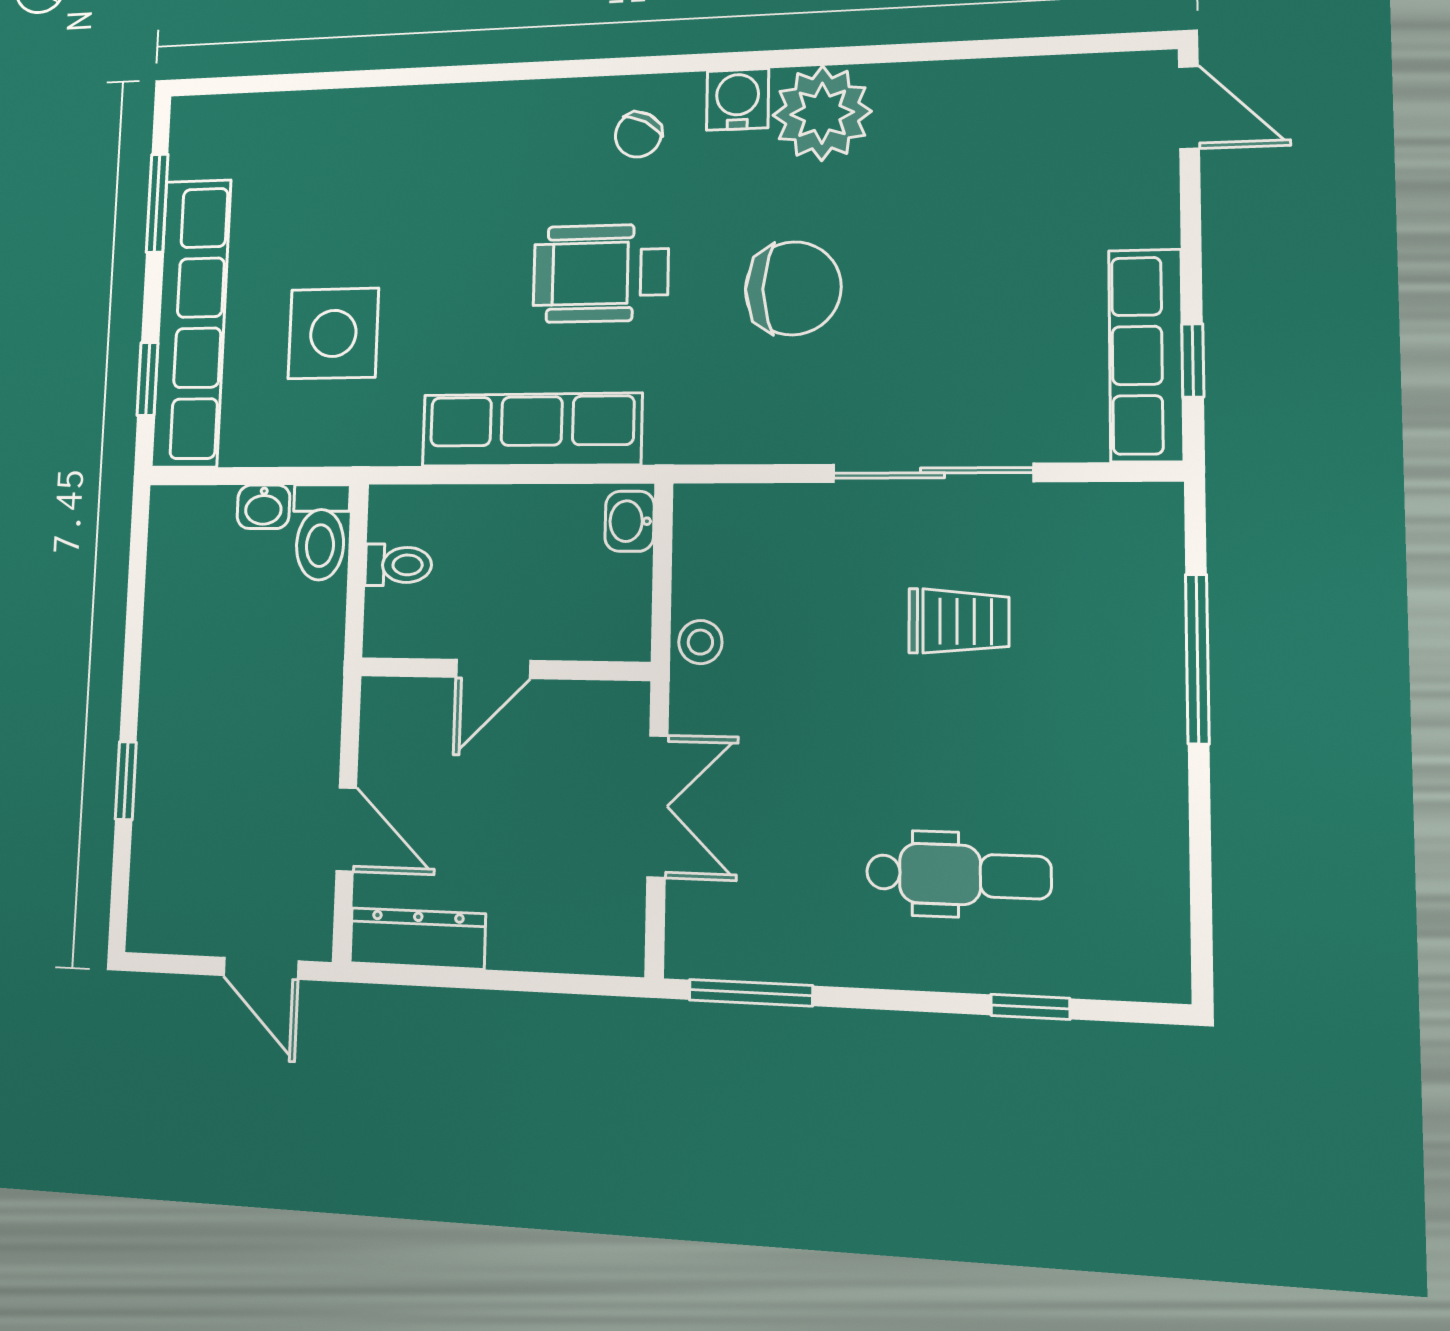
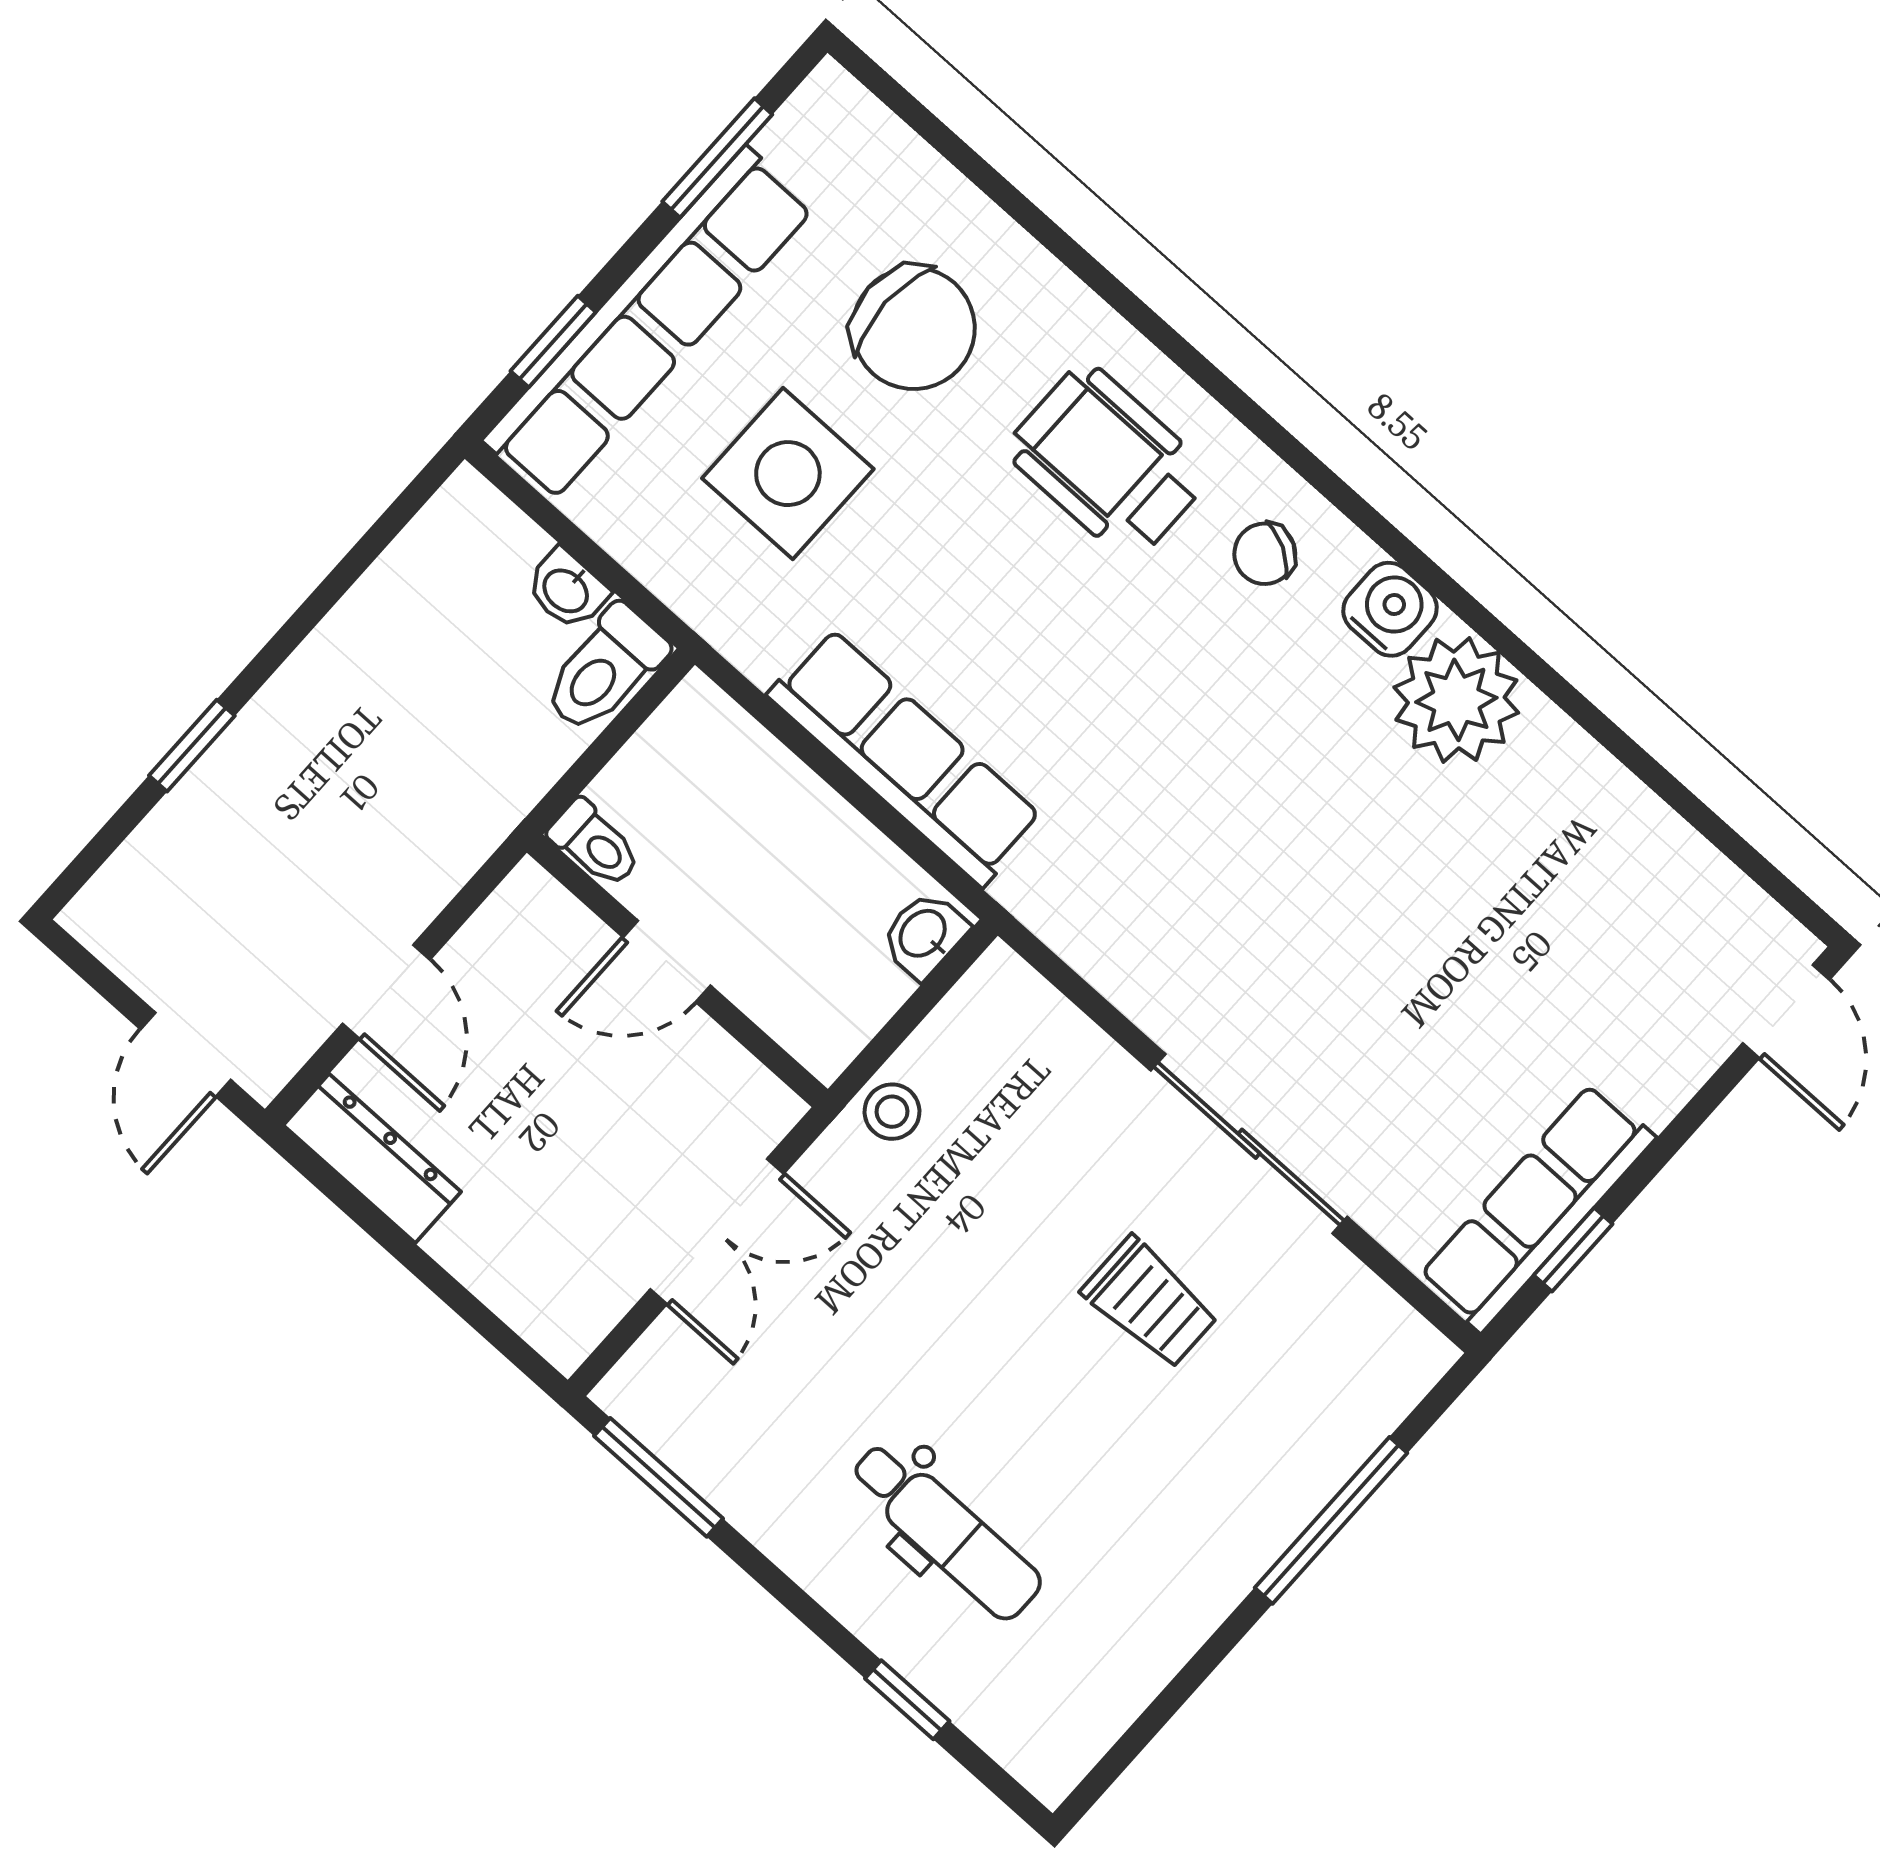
wheelchair: (601, 273) -> (1108, 462), moved
chair: (793, 288) -> (914, 328), moved
toilet: (398, 565) -> (595, 844), moved

